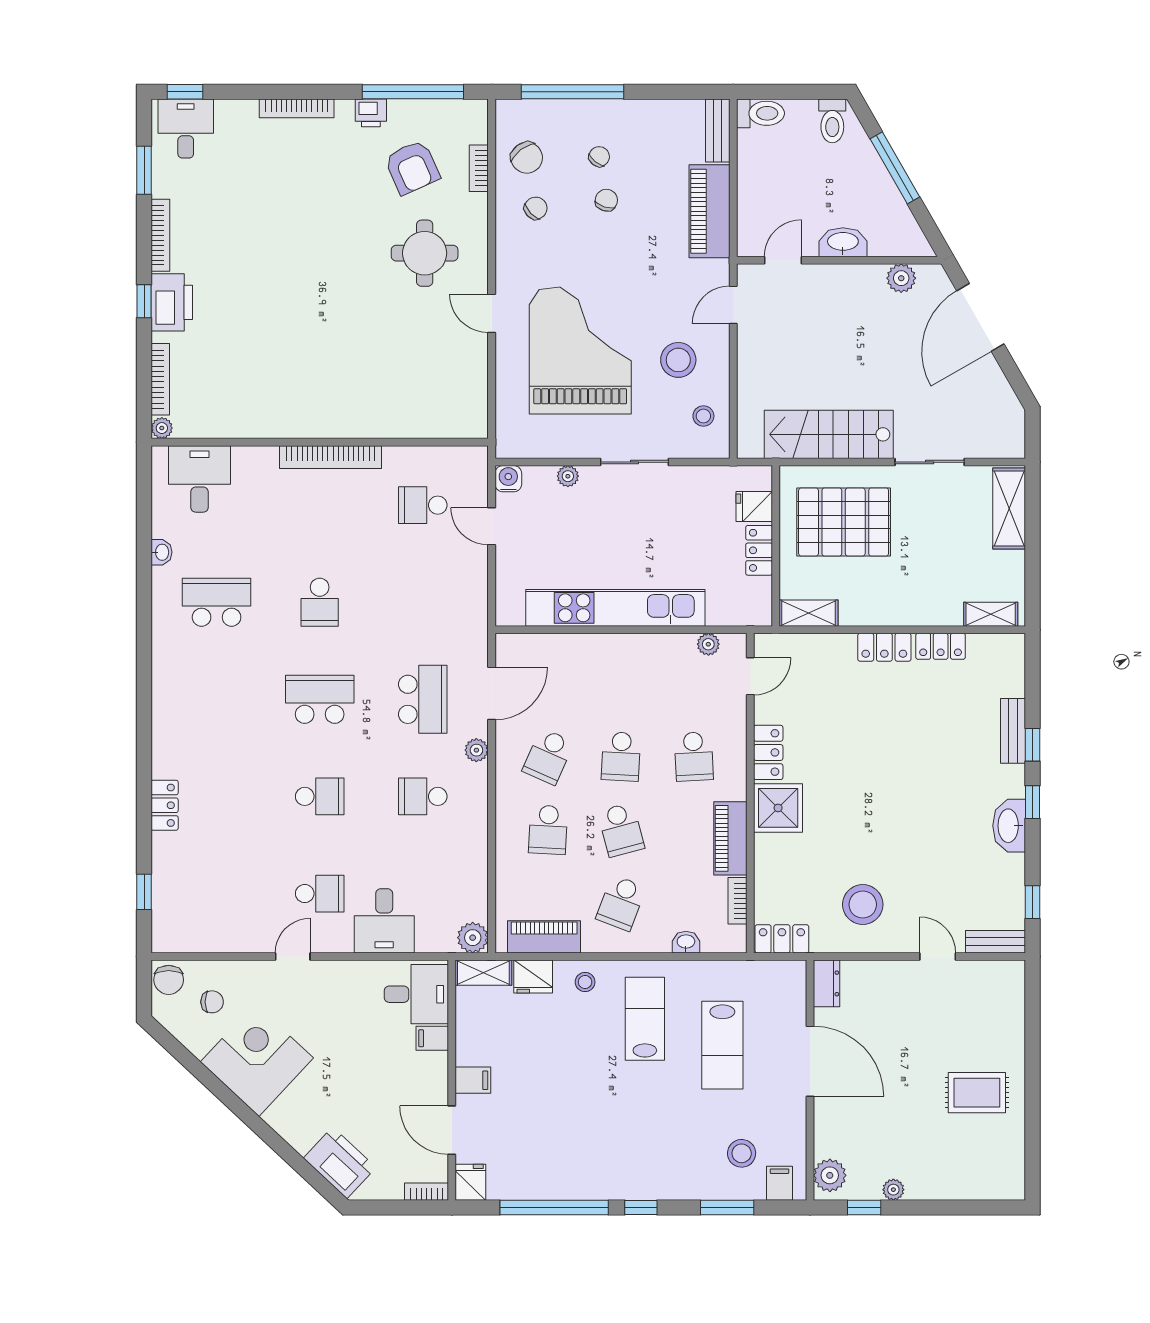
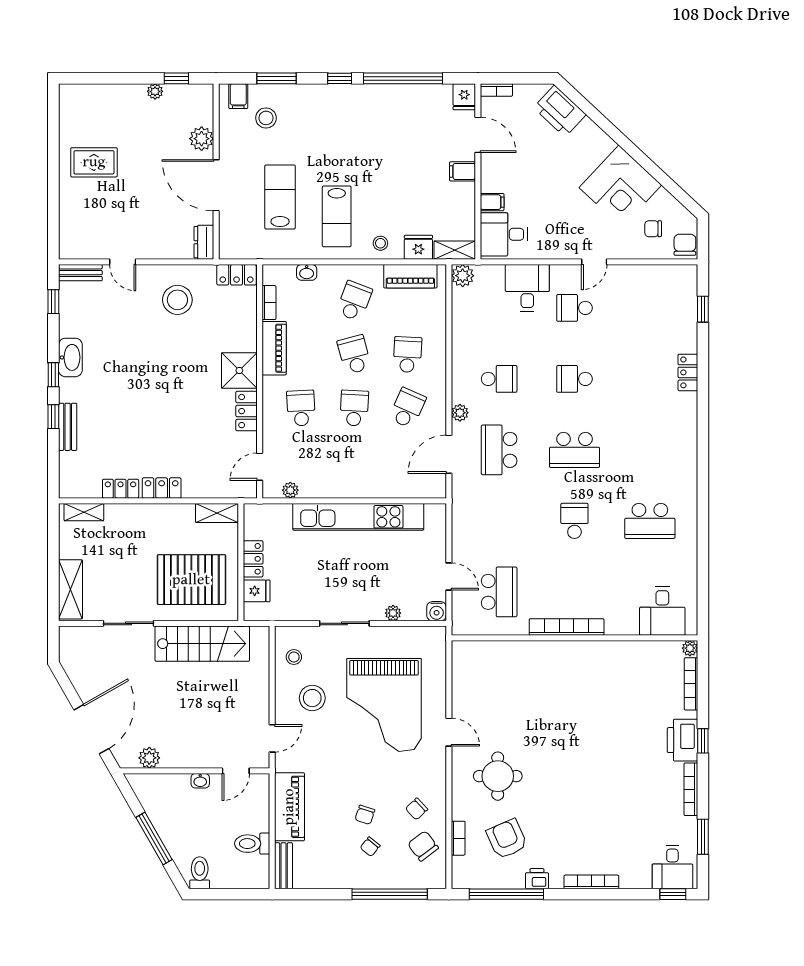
toilet: (760, 113) -> (252, 844), moved
washbasin: (843, 242) -> (200, 781), width x0.52, depth x0.69
school desk: (423, 505) -> (499, 592), width x1.85
washbasin: (161, 552) -> (690, 557), removed
plant: (830, 1175) -> (202, 139), moved

